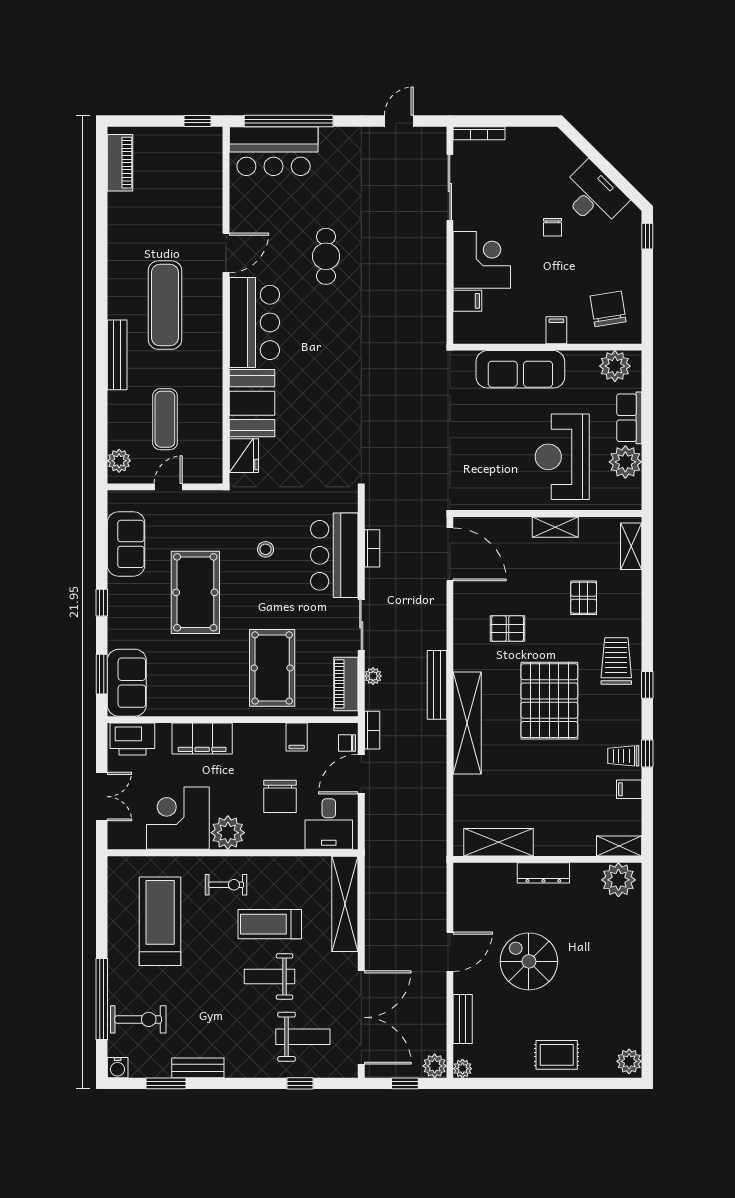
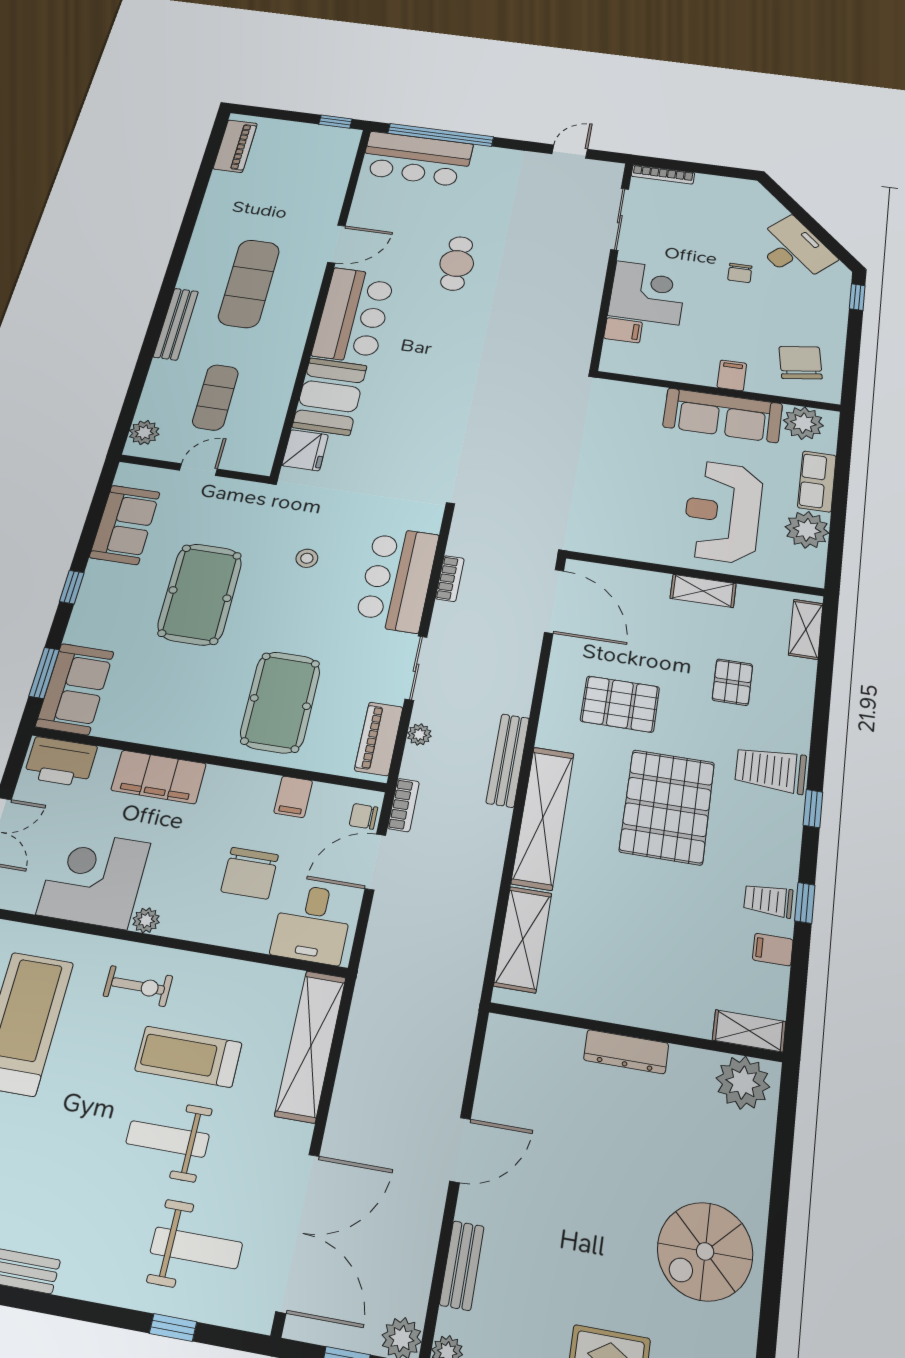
sofa: (520, 369) -> (723, 415), moved
pallet: (508, 629) -> (620, 704), width x1.50, depth x1.42
trolley: (616, 661) -> (771, 770), turned -90
plant: (228, 833) -> (146, 920), width x0.53, depth x0.53
shelving: (499, 842) -> (523, 939), moved, turned 90
spiral stairs: (529, 961) -> (705, 1251), moved, turned -90

